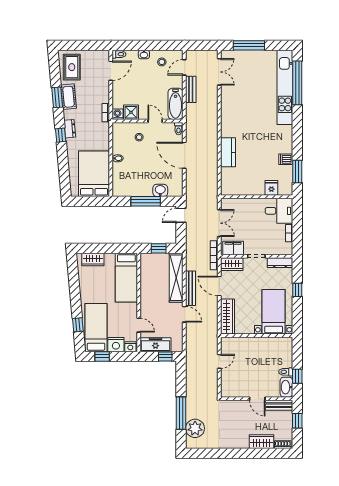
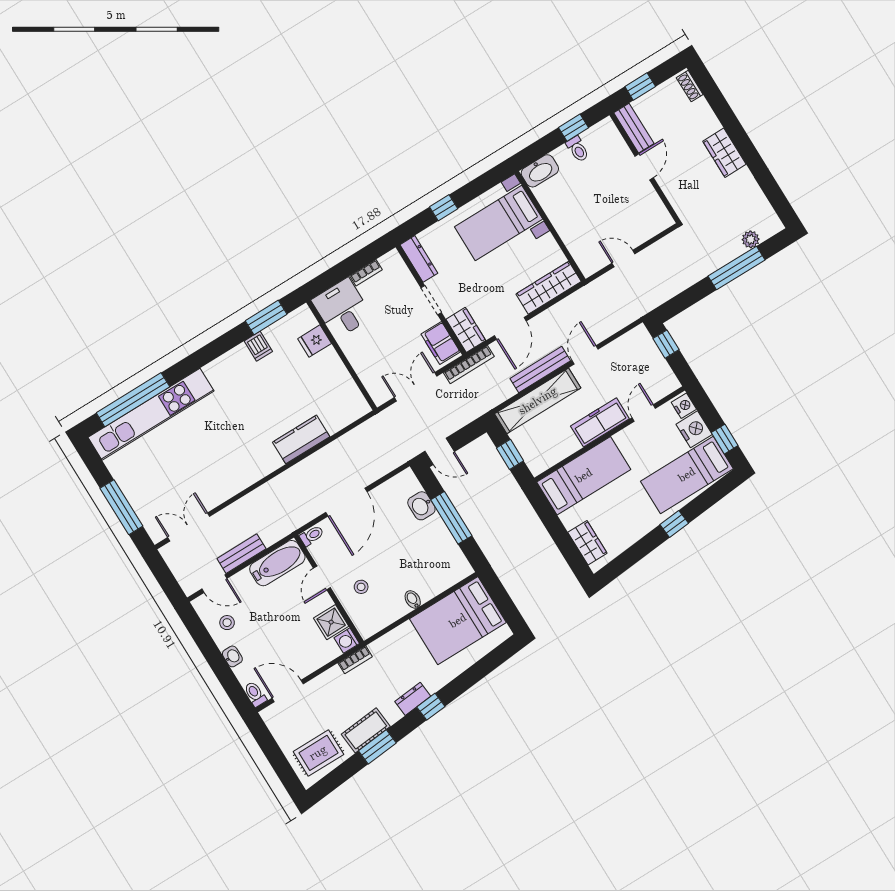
window: (78, 325) -> (674, 524), moved
freezer: (155, 345) -> (600, 422), moved, turned 90
washbasin: (286, 387) -> (540, 171), moved
plant: (195, 428) -> (751, 239), width x0.53, depth x0.53
wardrobe: (262, 442) -> (724, 153), moved

